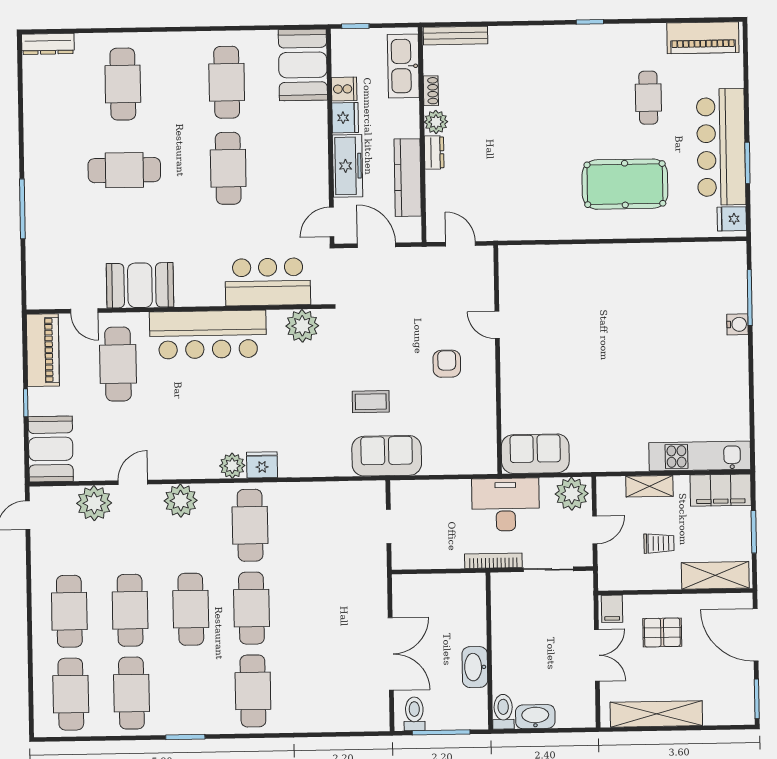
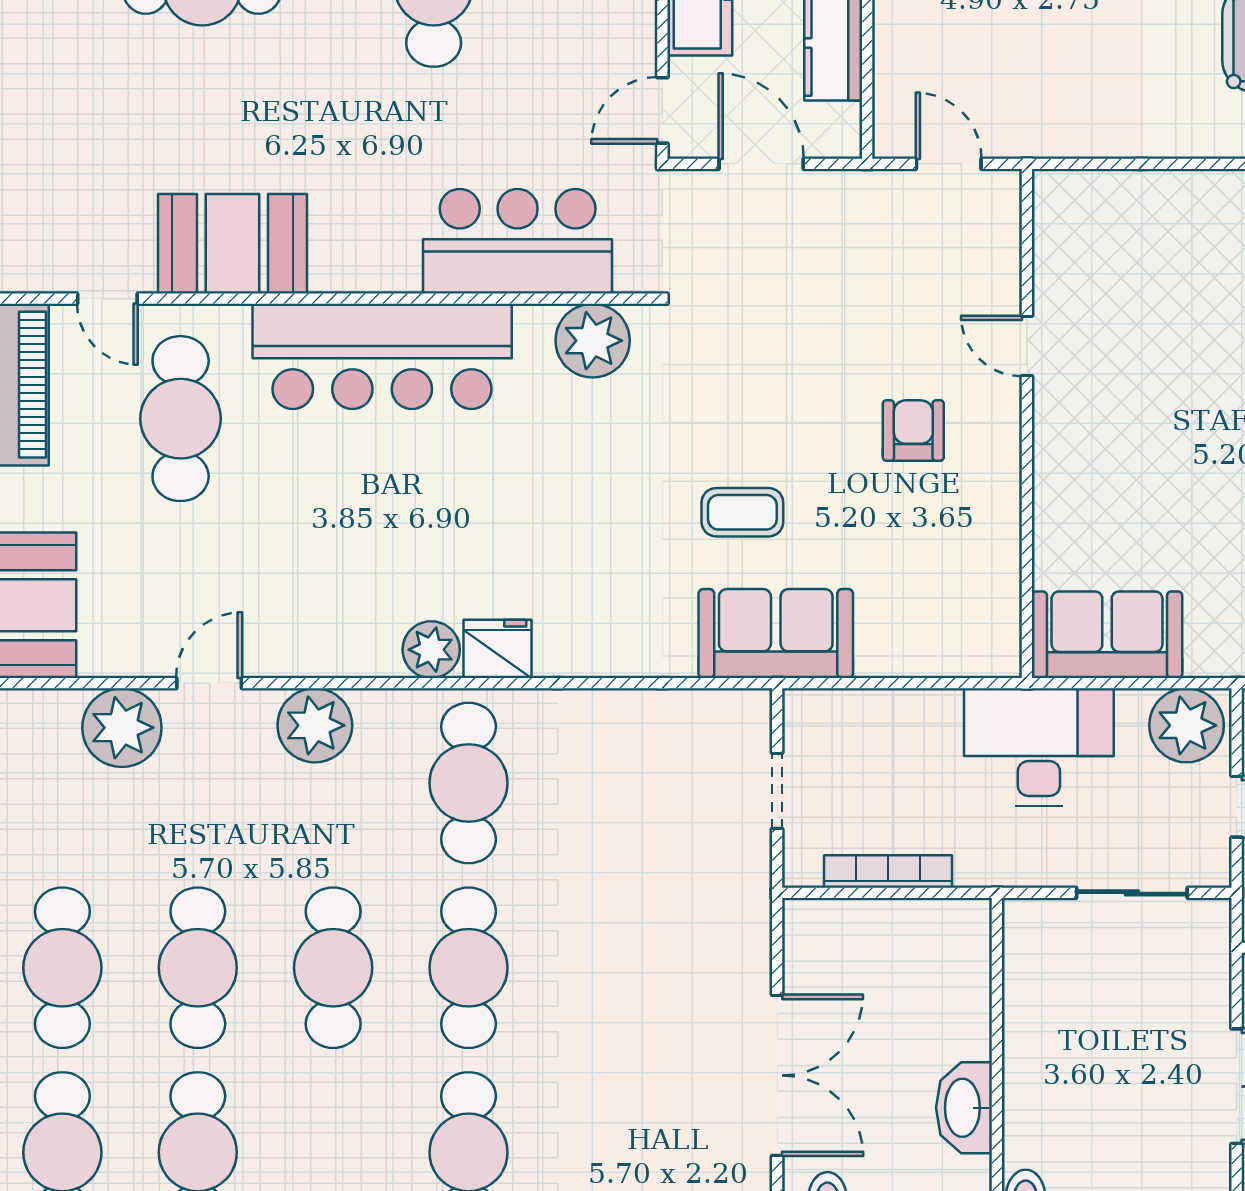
bookcase: (493, 561) -> (888, 871), moved

